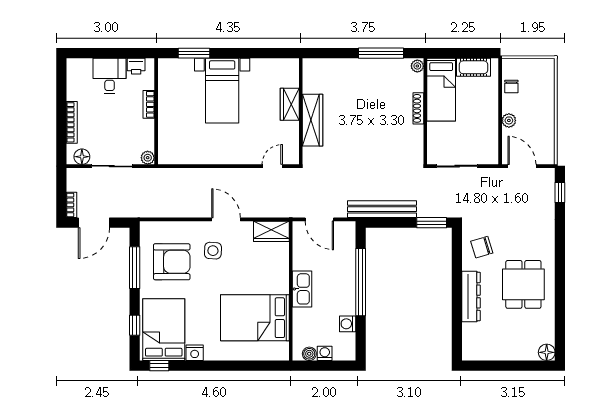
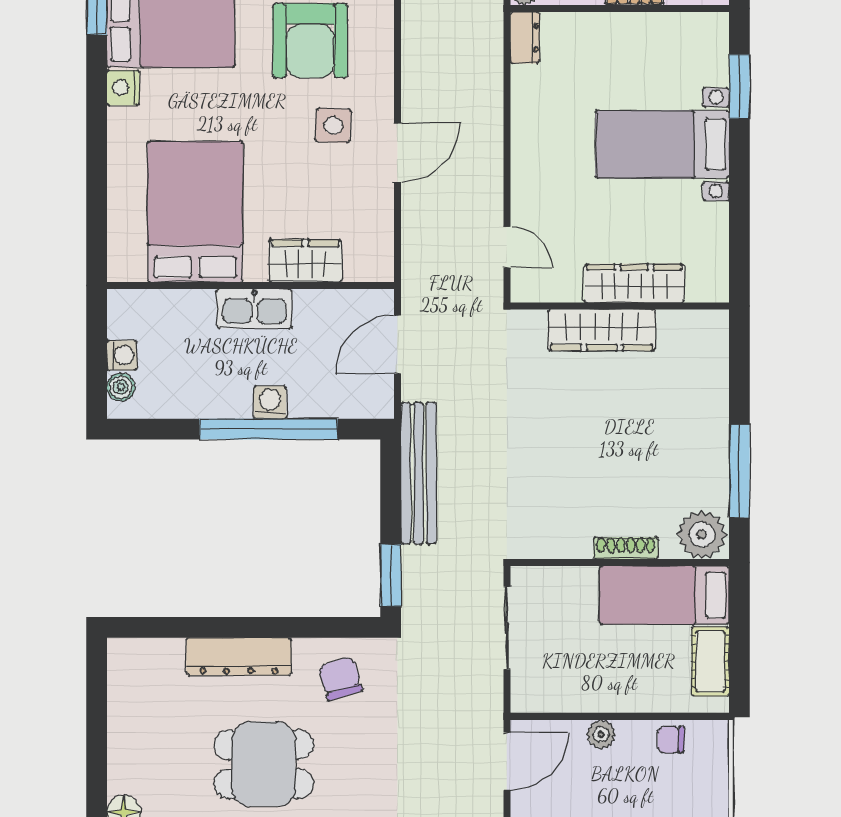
plant: (417, 66) -> (702, 535), width x1.87, depth x1.87
wardrobe: (290, 104) -> (634, 283), width x1.50
dresser: (170, 157) -> (525, 38), added
wardrobe: (271, 231) -> (305, 261), moved, turned 90
washing machine: (348, 324) -> (270, 402), moved
boiler: (309, 354) -> (121, 387), moved

